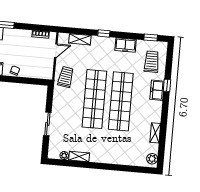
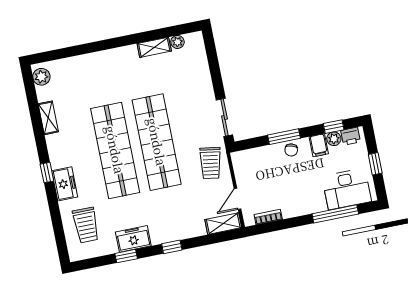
window: (151, 38) -> (126, 256), moved
shelving: (80, 39) -> (223, 224), moved
window: (17, 80) -> (284, 137), added
window: (167, 85) -> (47, 173), moved
sliding door: (47, 124) -> (224, 117), moved

